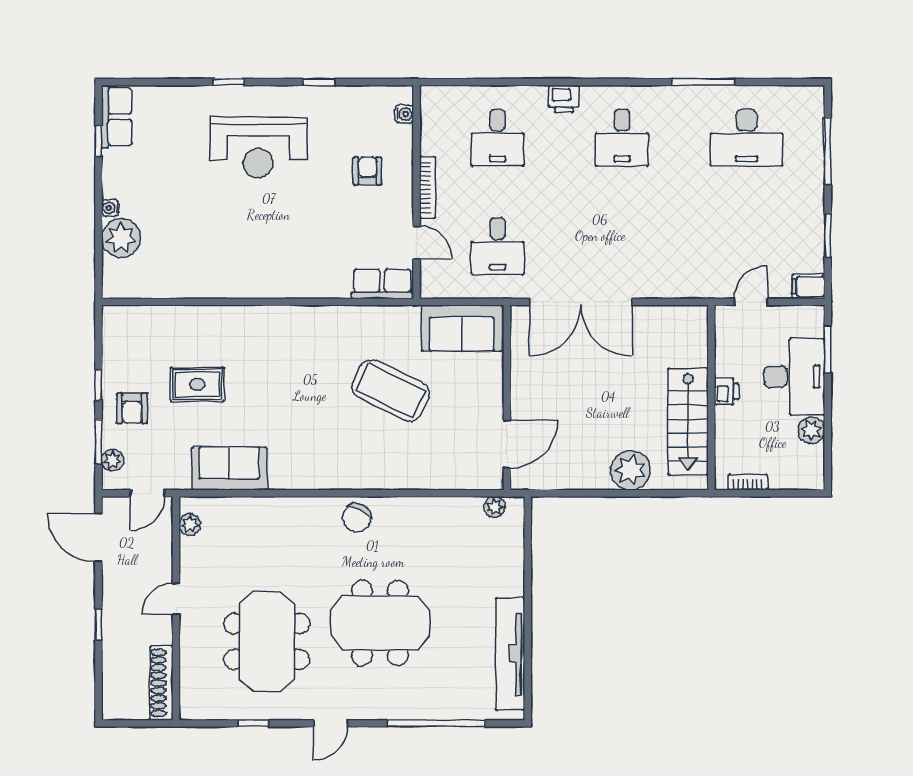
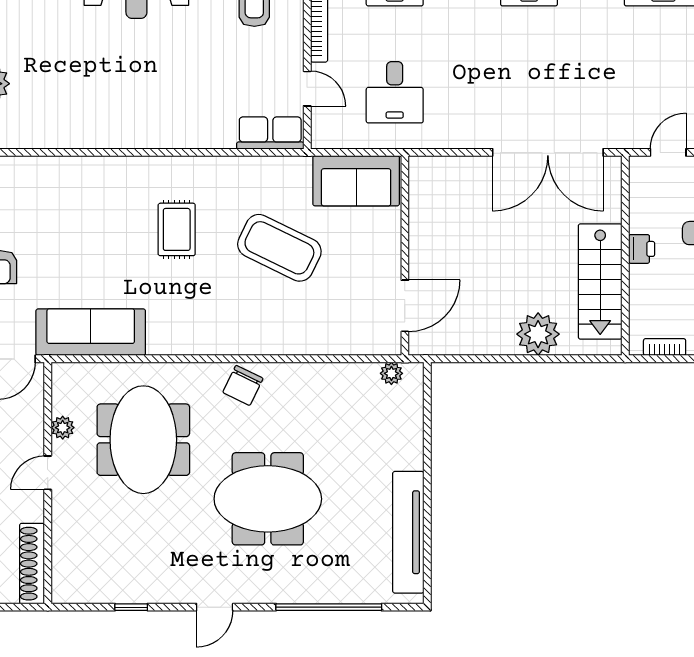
double door: (581, 302) -> (548, 152), moved
rug: (197, 384) -> (177, 229), moved, turned 90
sofa: (229, 469) -> (91, 332), width x1.36
plant: (190, 524) -> (63, 428), moved
meeting table: (267, 641) -> (143, 440), moved

